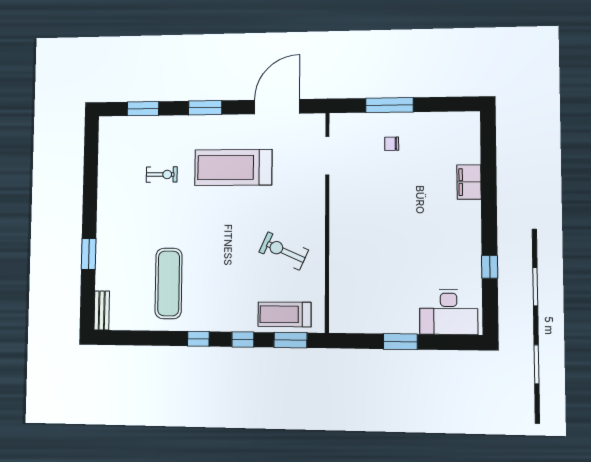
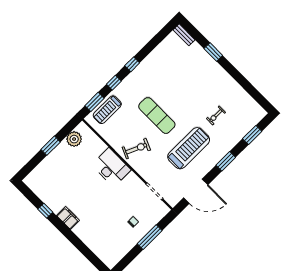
door: (277, 107) -> (196, 191), hinge flipped
filing cabinet: (469, 182) -> (68, 218), moved
exercise bike: (284, 251) -> (136, 149), moved
exercise mat: (169, 283) -> (157, 116), moved
desk: (449, 312) -> (111, 167), moved, turned 90
treadmill: (284, 314) -> (107, 110), turned 180
plant: (362, 320) -> (74, 139), added

